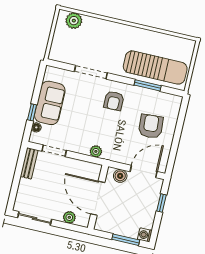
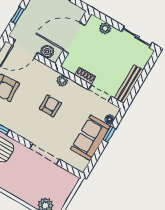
armchair: (114, 101) -> (50, 106), moved
bench: (29, 163) -> (129, 84), width x1.36
shoe rack: (74, 163) -> (85, 76), added
door: (98, 198) -> (74, 38), swing flipped

